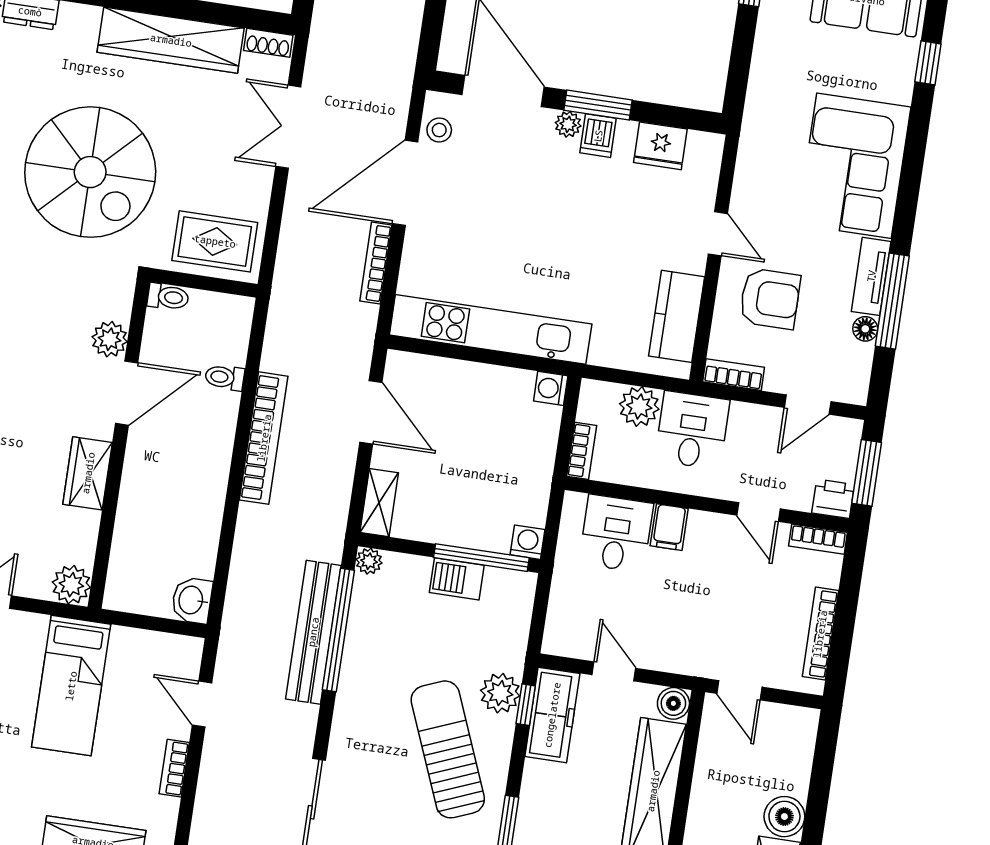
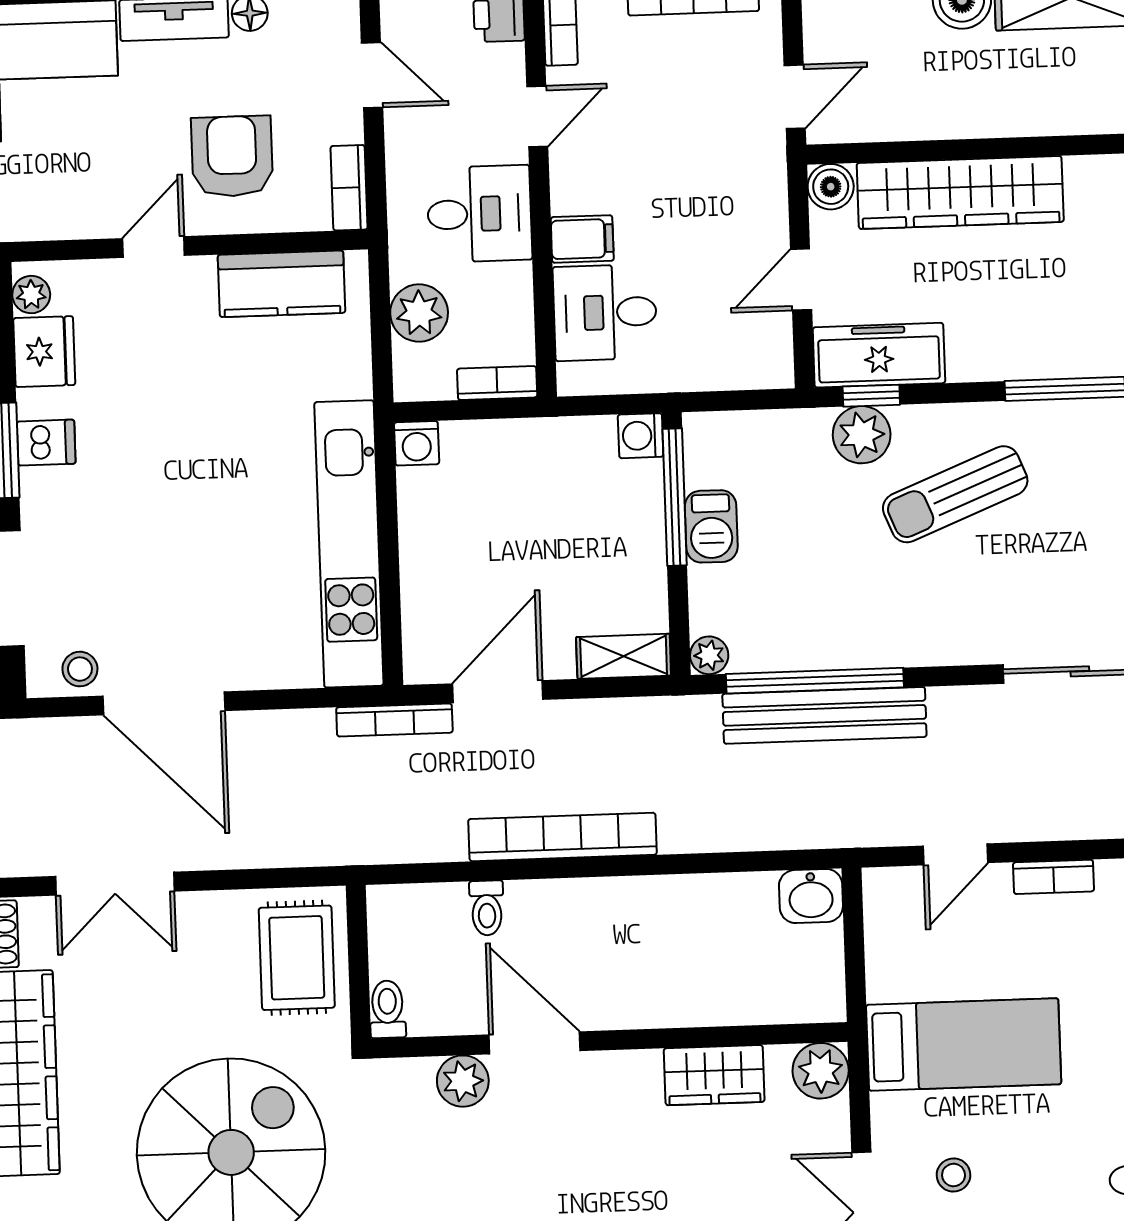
plant: (568, 124) -> (31, 295), moved
bookcase: (376, 263) -> (394, 720), moved
desk: (692, 430) -> (479, 214), moved, turned 180
wardrobe: (88, 473) -> (714, 1075), moved
sun lounger: (448, 749) -> (955, 494), width x0.73, depth x0.75

